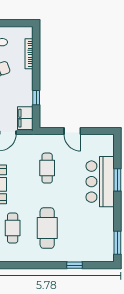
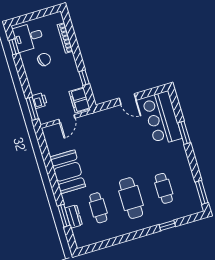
cafe table: (47, 168) -> (164, 188), moved
bar counter: (100, 182) -> (162, 118), moved

